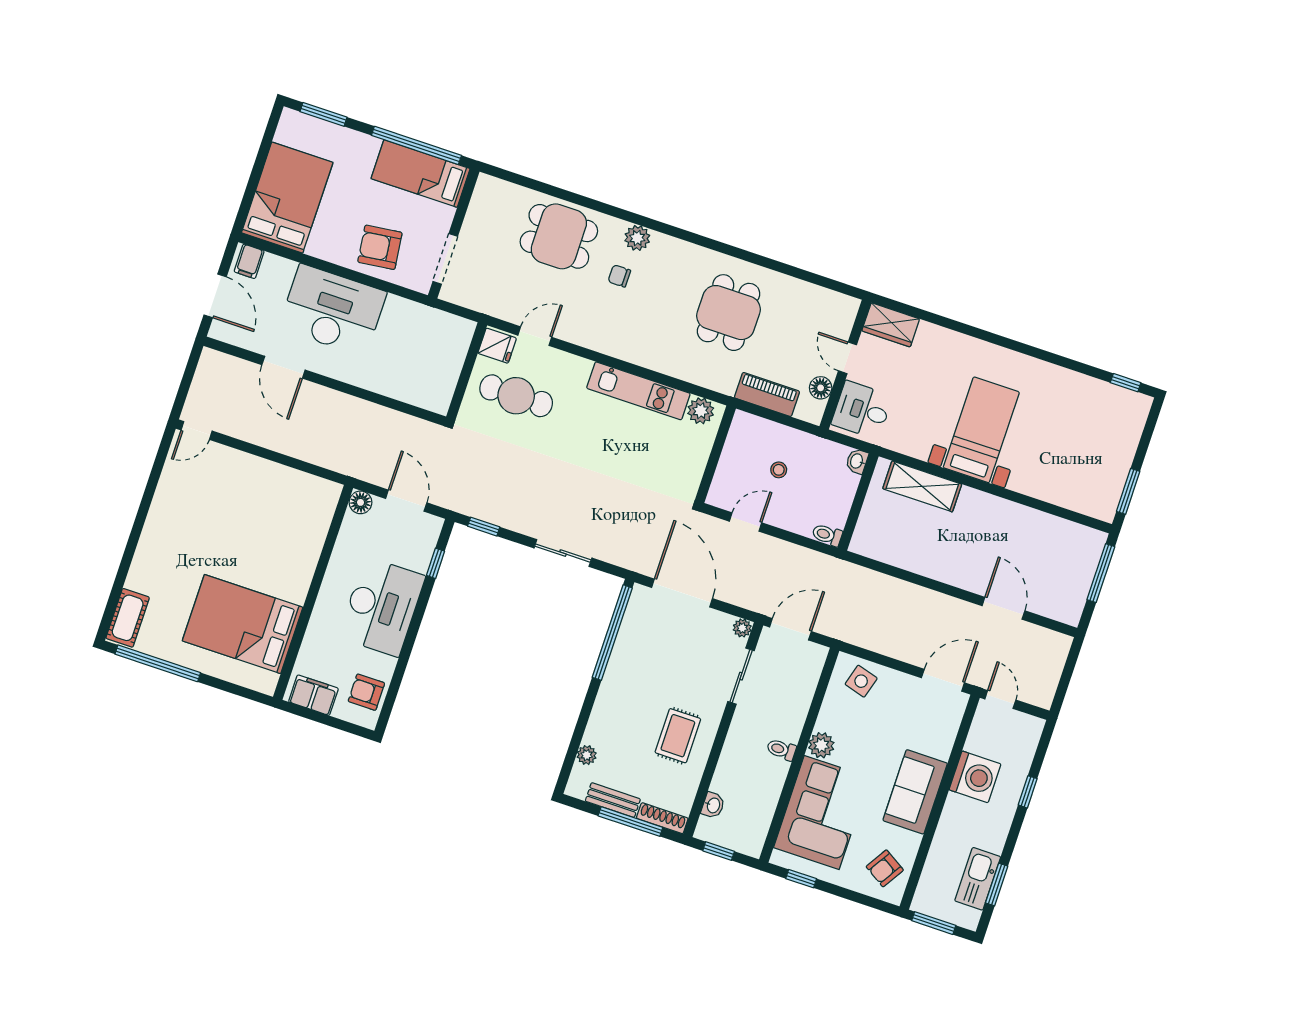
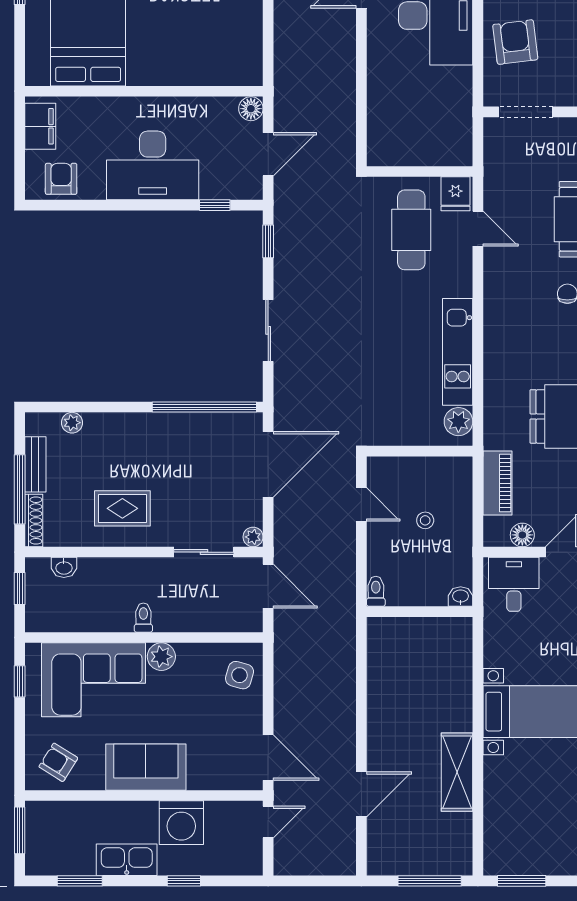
shelving: (922, 486) -> (457, 772), moved
kitchen sink: (978, 879) -> (127, 860), moved

